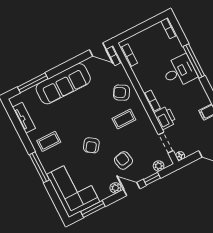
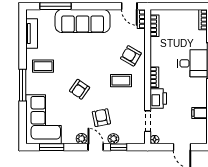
plant: (159, 166) -> (113, 139), moved

